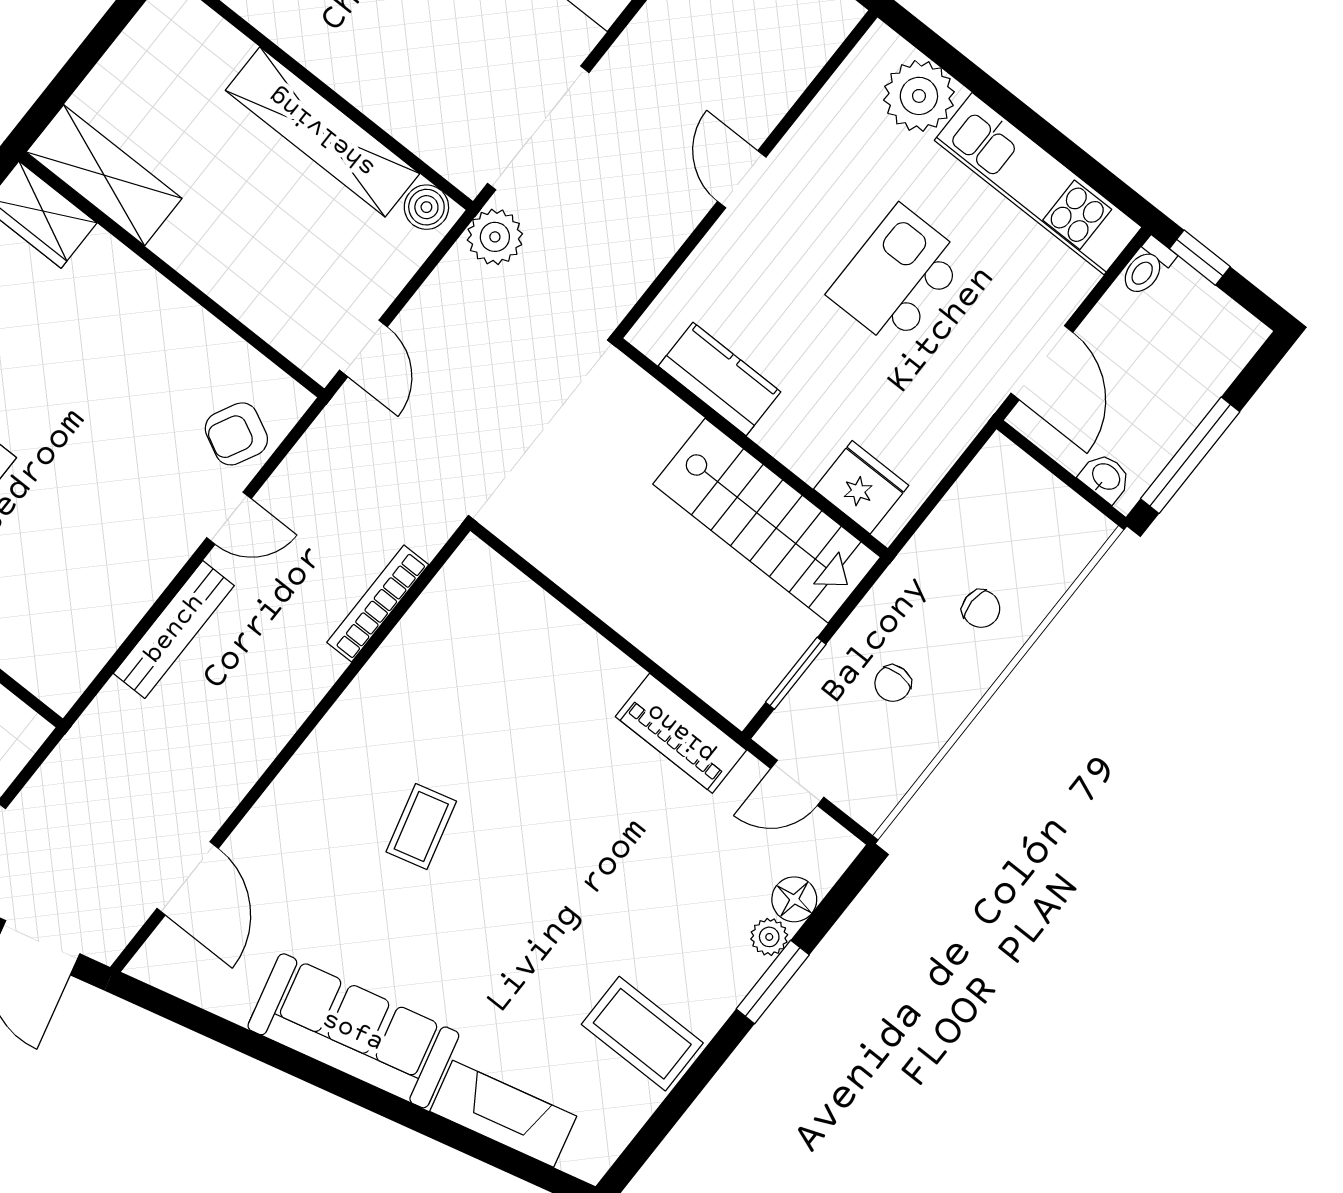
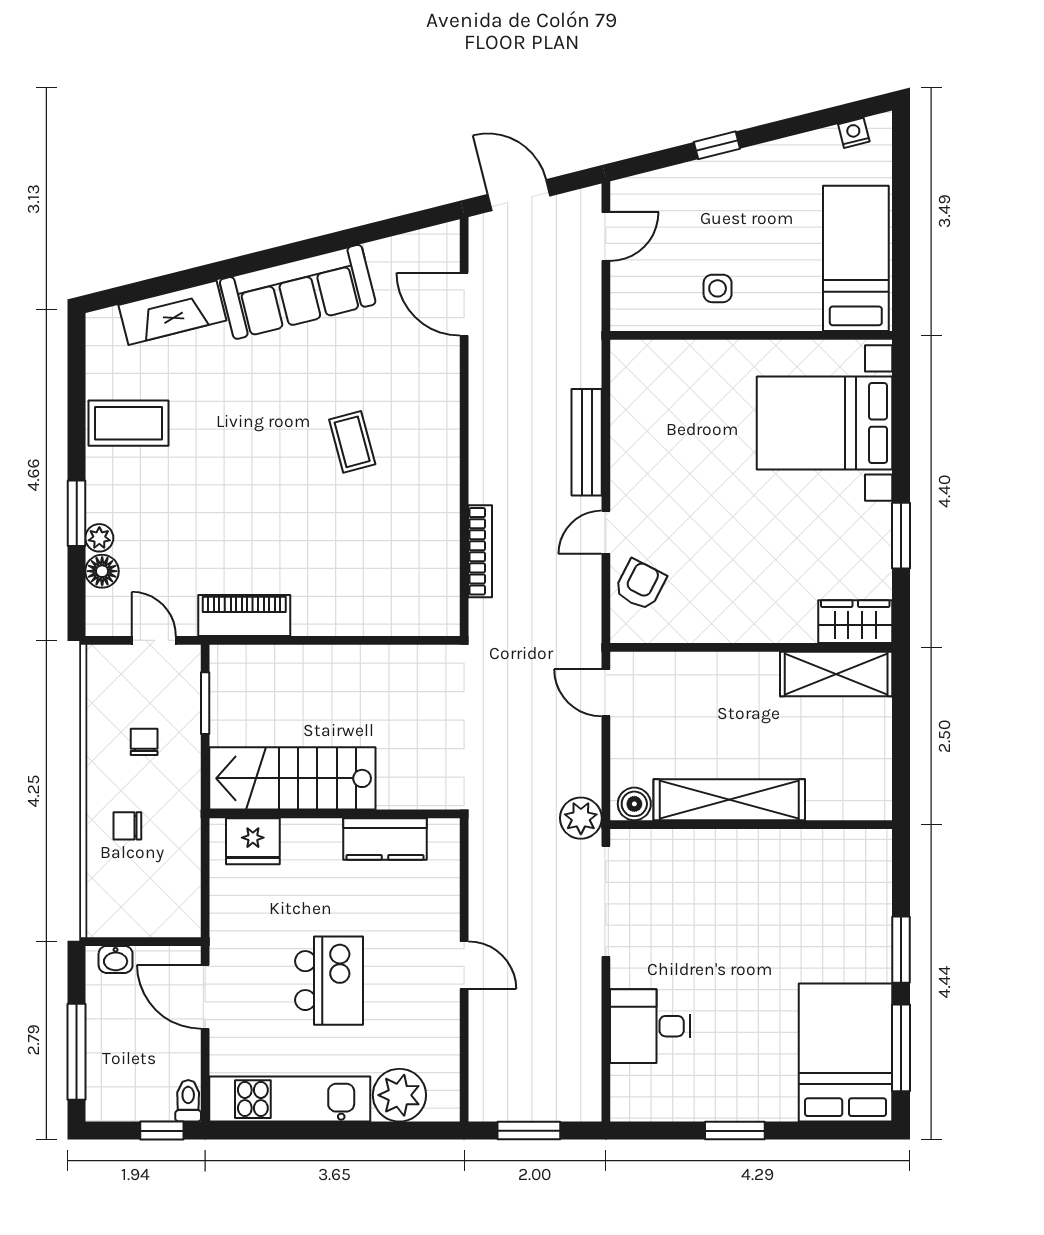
window: (1190, 455) -> (77, 1052), moved
door: (797, 783) -> (154, 640), hinge flipped

